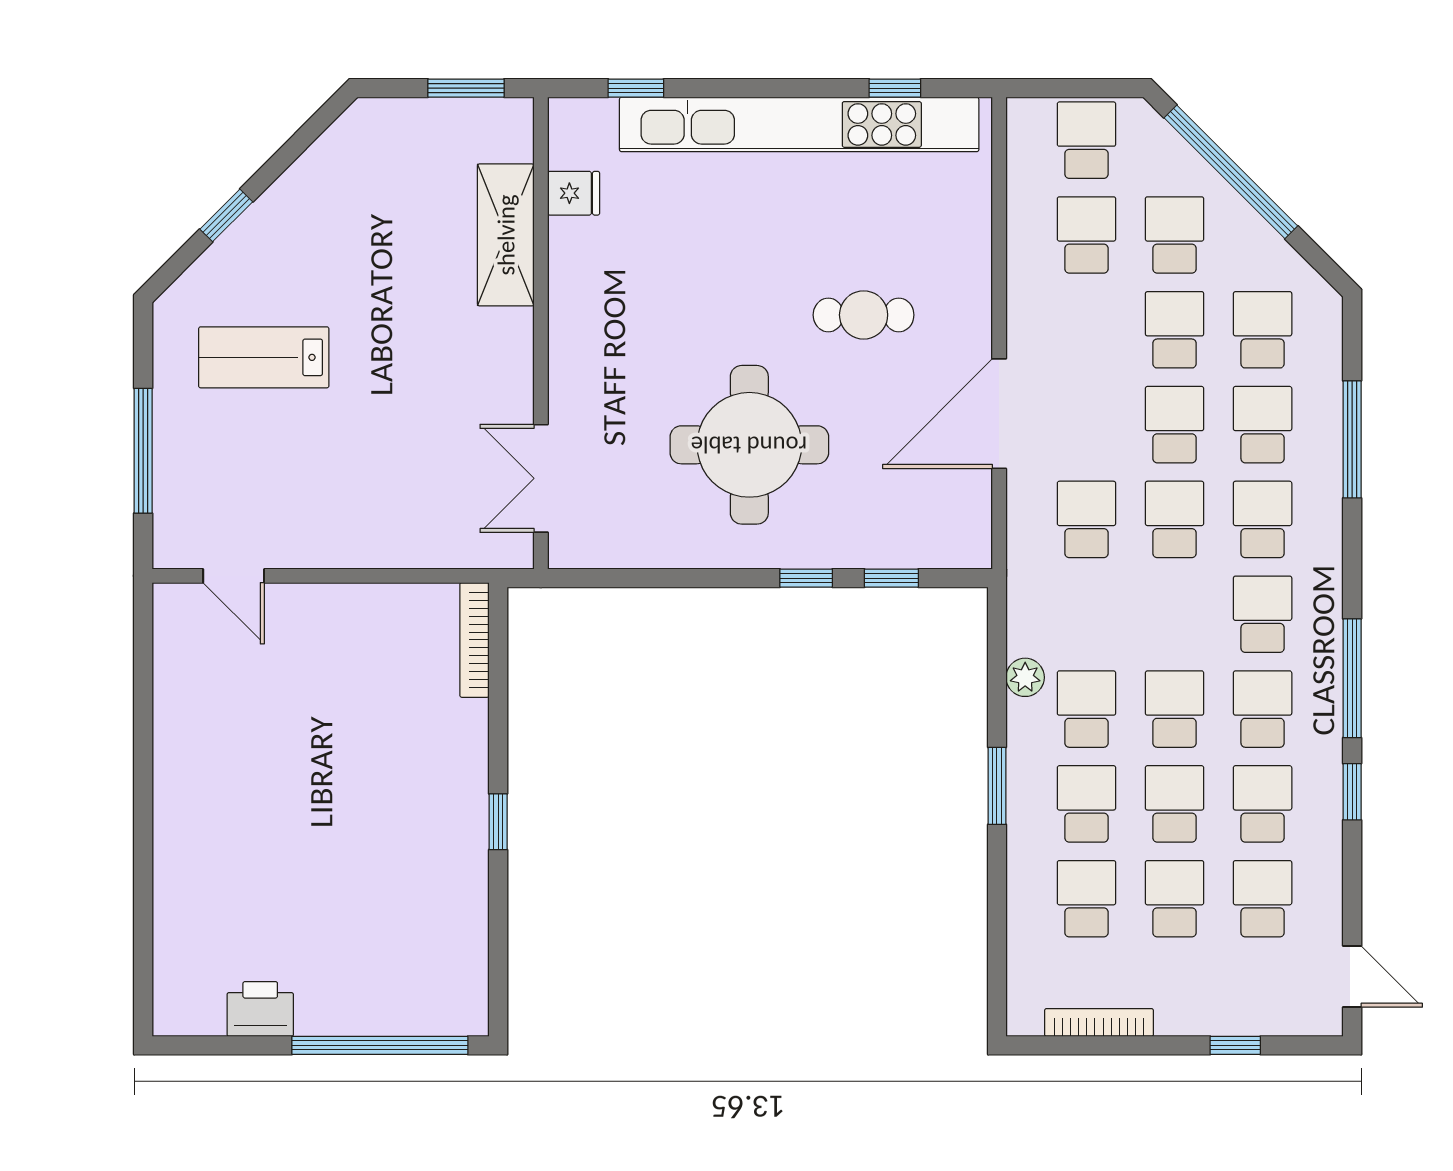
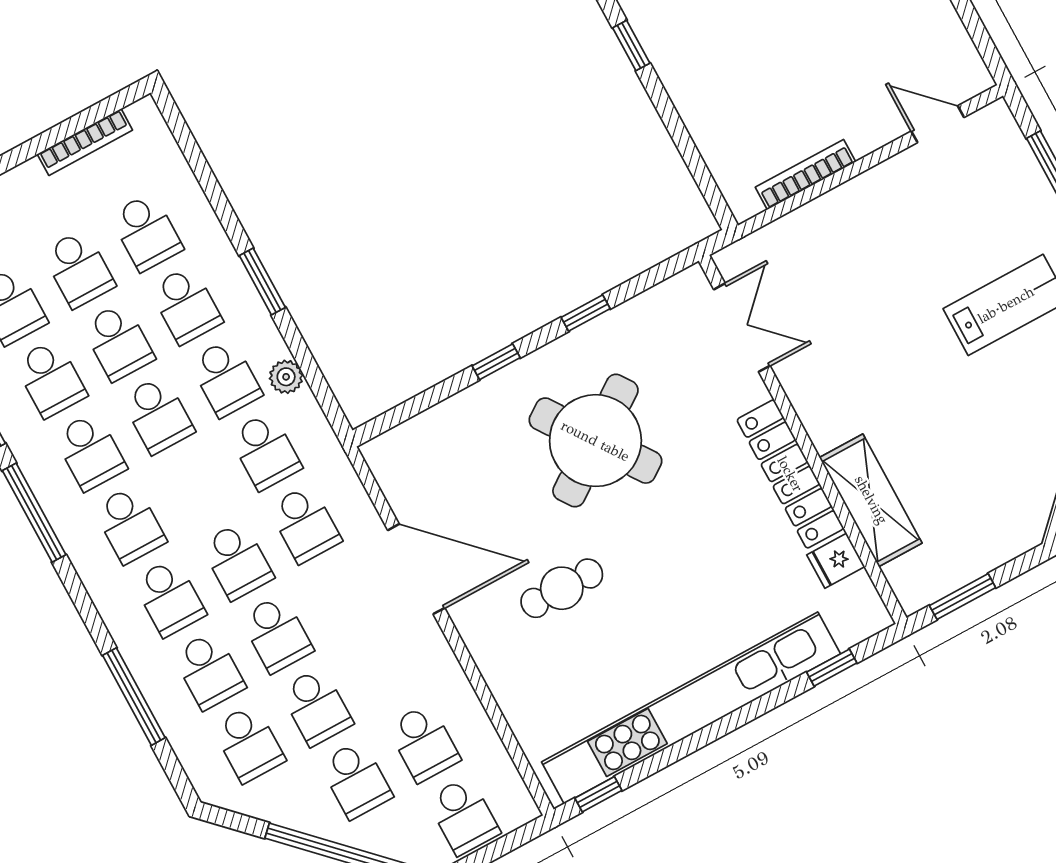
window: (895, 88) -> (598, 794), moved
locker: (572, 305) -> (790, 474), added
door: (999, 414) -> (416, 569), hinge flipped
round table: (749, 445) -> (595, 441), turned -35
window: (891, 578) -> (586, 313), moved
school desk: (1086, 614) -> (265, 451), added
bookcase: (474, 640) -> (806, 175), moved, turned -90

